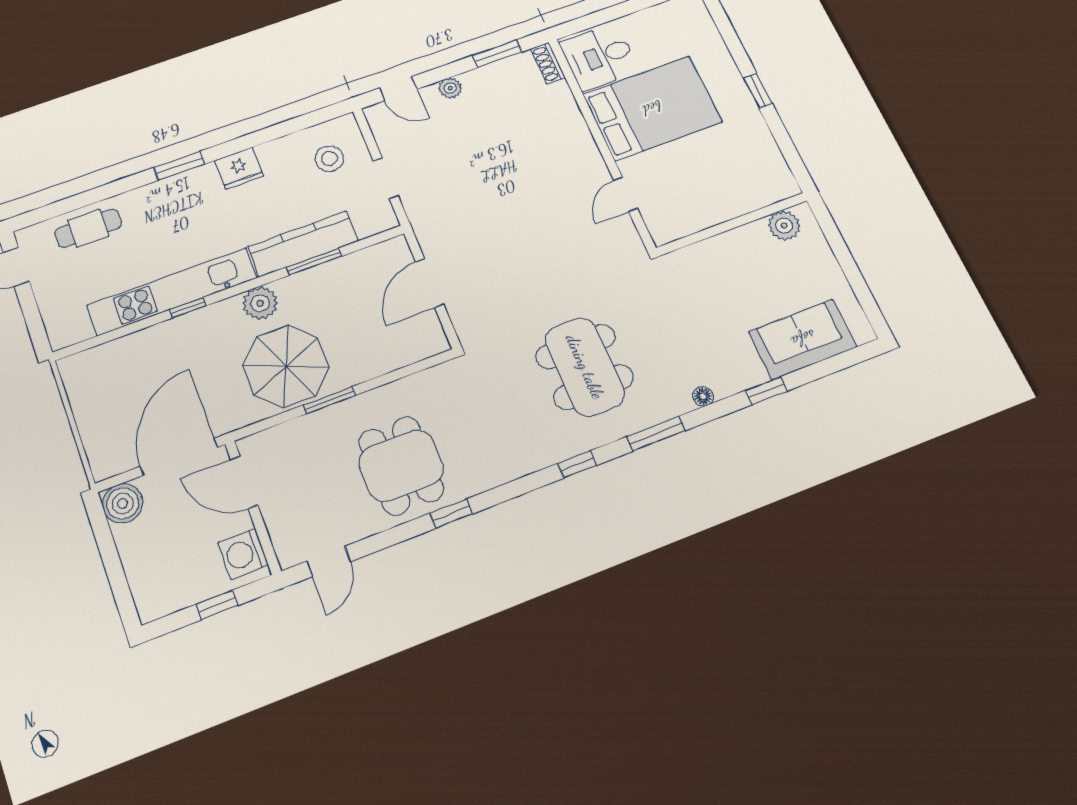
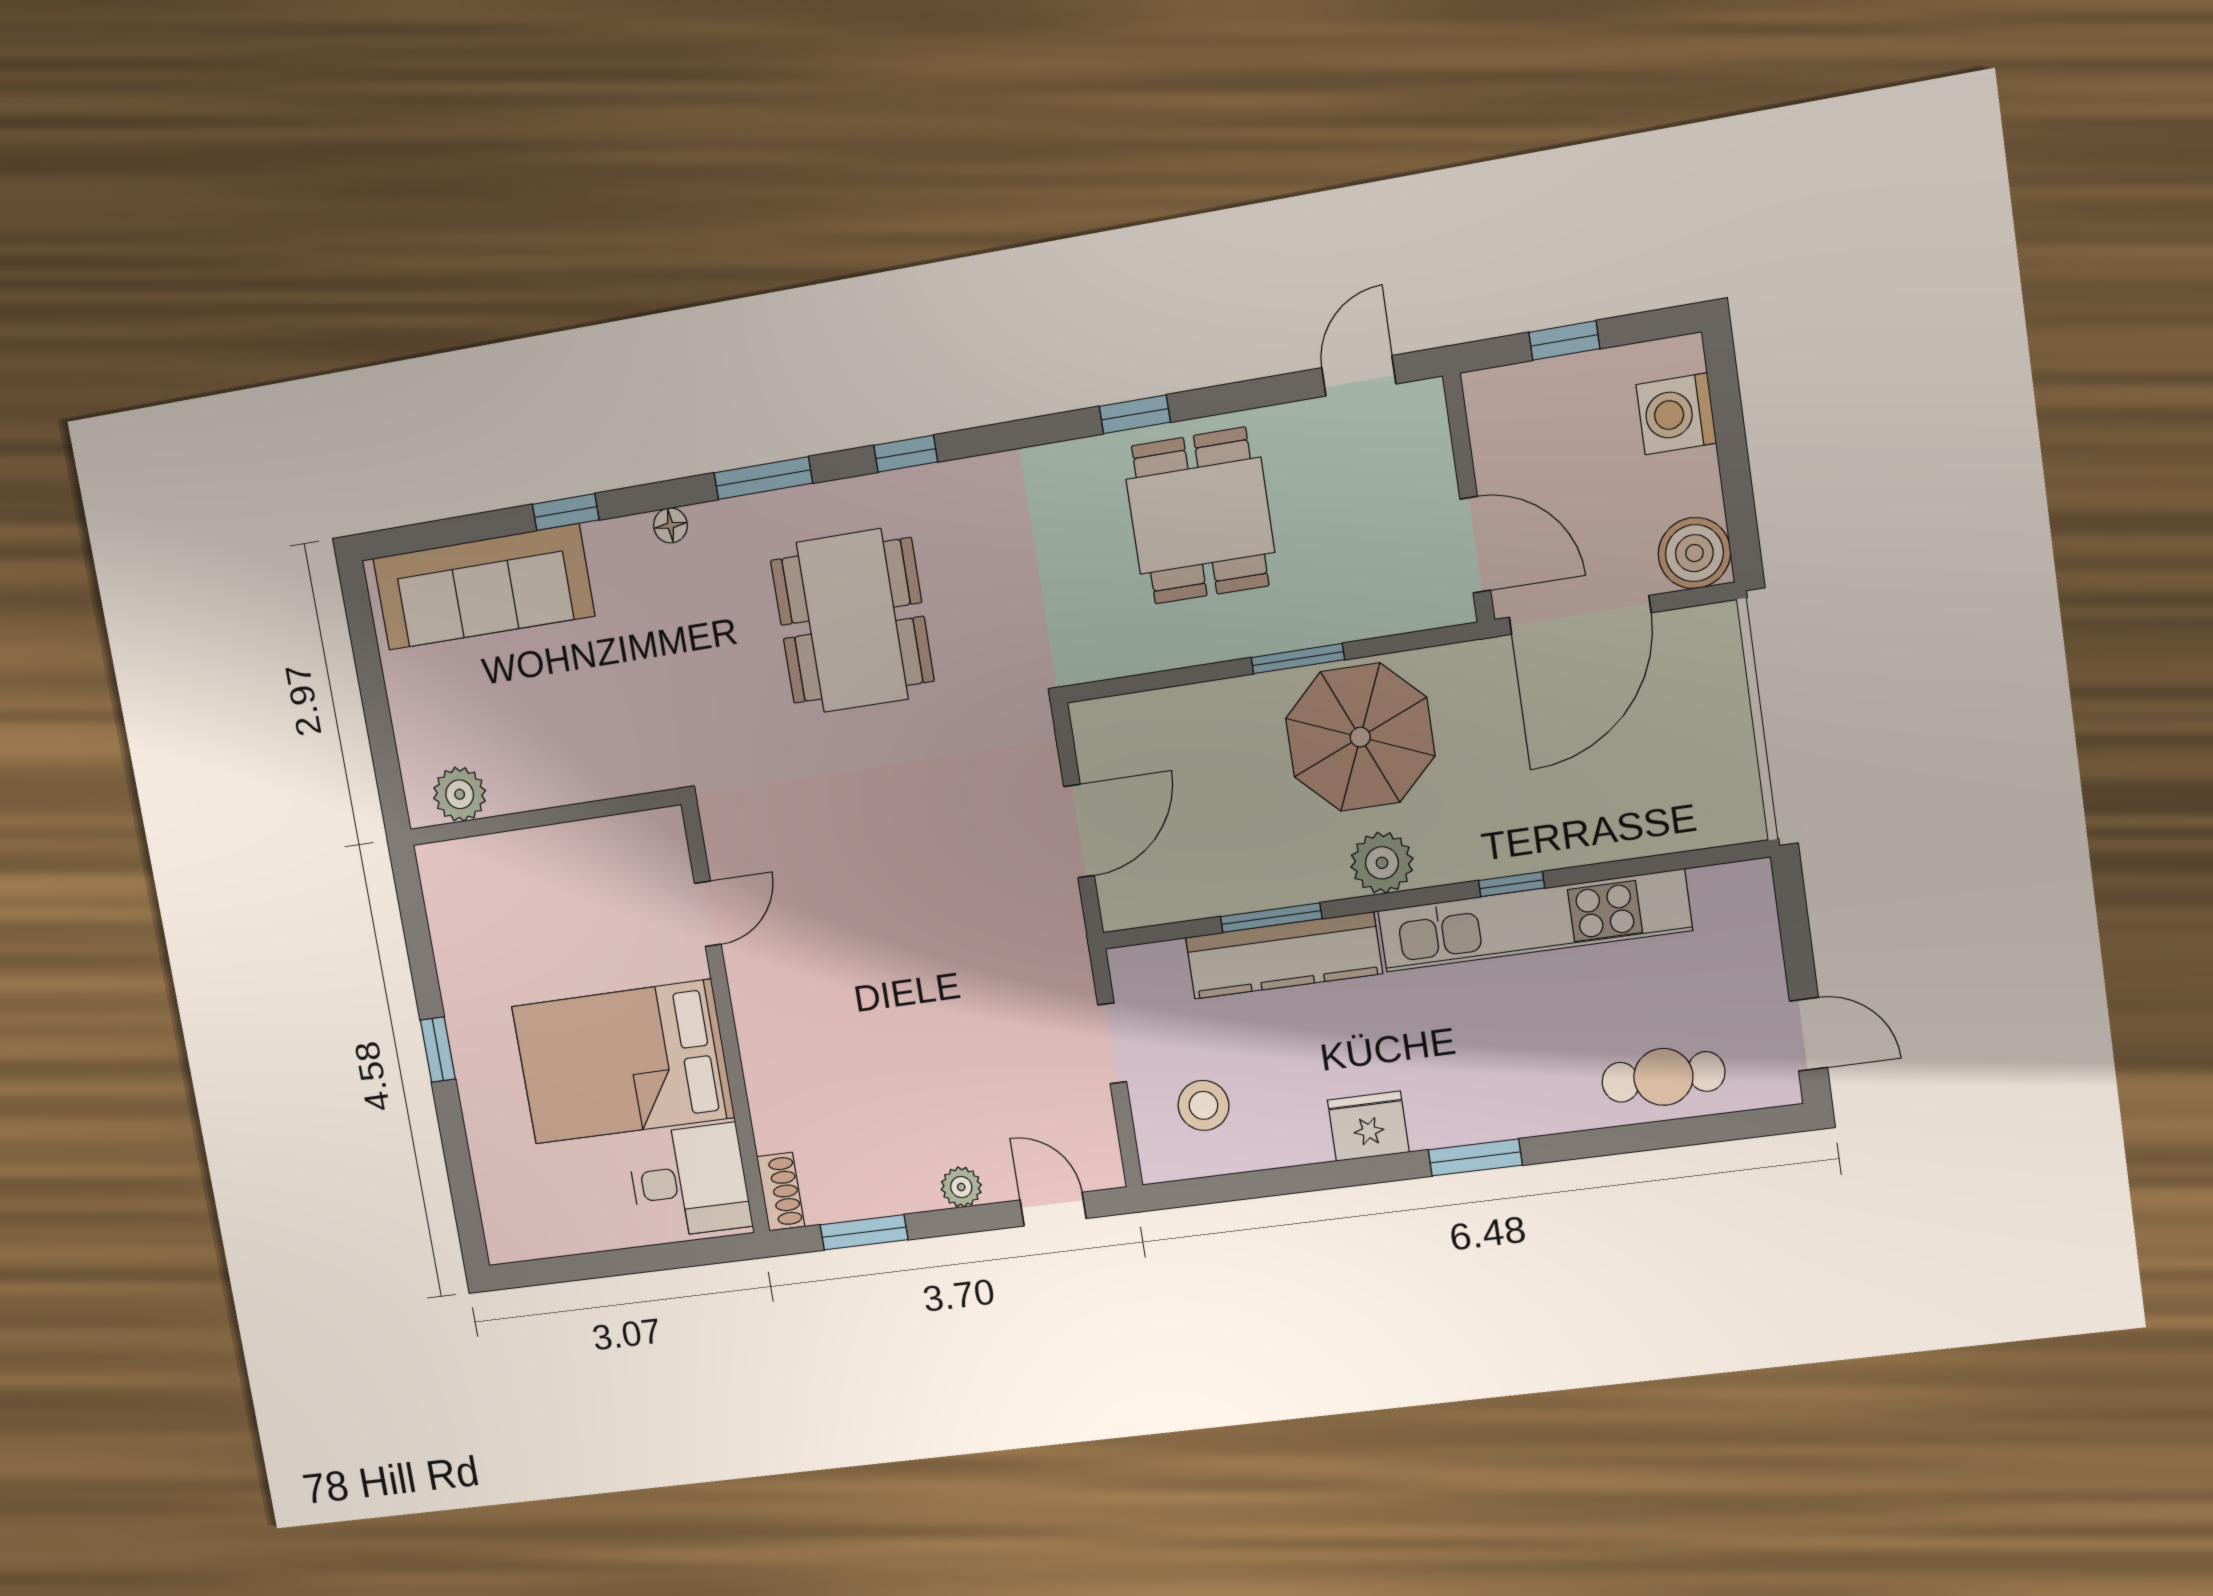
sofa: (803, 339) -> (483, 587), width x1.36
washing machine: (243, 554) -> (1676, 414), moved, turned 180

